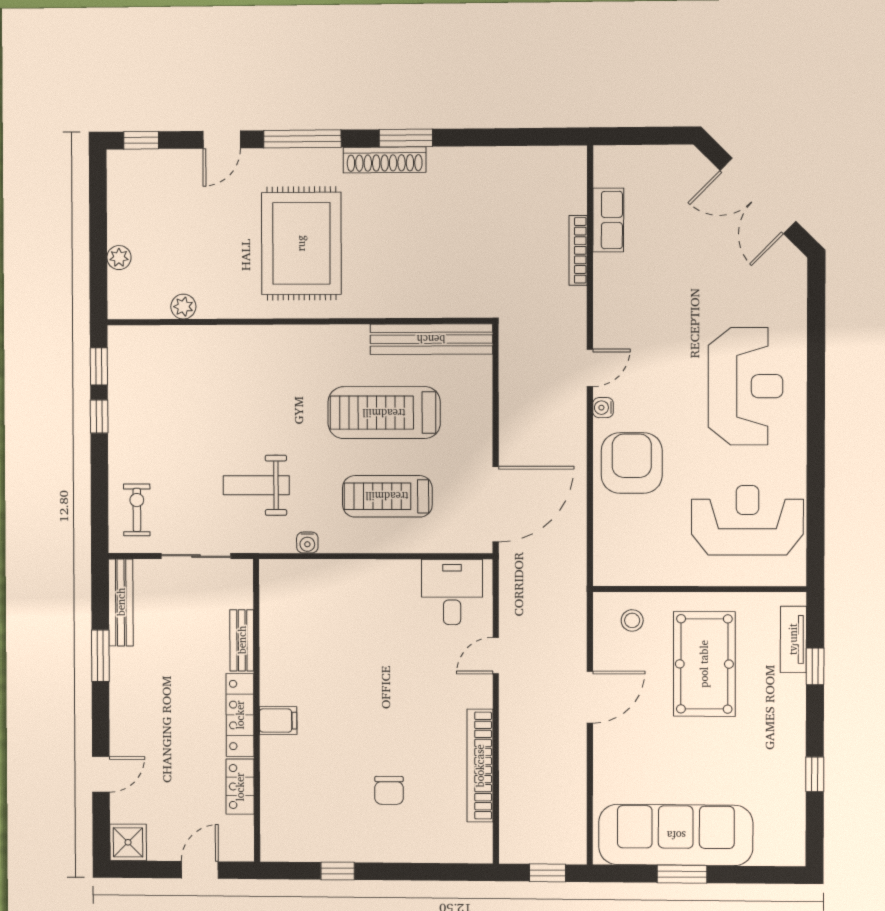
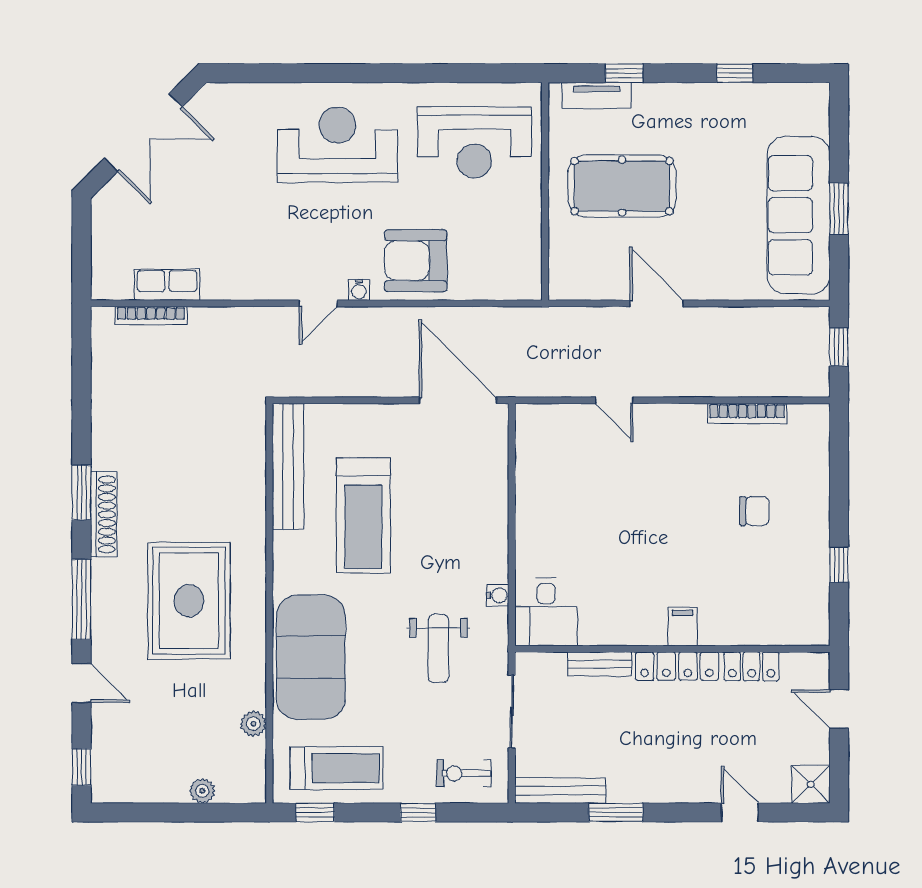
rug: (301, 243) -> (189, 601), turned 90
bookcase: (578, 250) -> (151, 316), moved
exercise mat: (247, 362) -> (311, 657), added
door: (590, 368) -> (318, 303), swing flipped
window: (99, 417) -> (418, 812), moved
treadmill: (387, 496) -> (336, 768), moved, turned -90
reception desk: (747, 520) -> (474, 142), turned -90
desk: (452, 592) -> (546, 612), moved, turned -90
stool: (632, 620) -> (578, 260), removed
bookcase: (480, 766) -> (747, 414), width x0.68, depth x0.76

